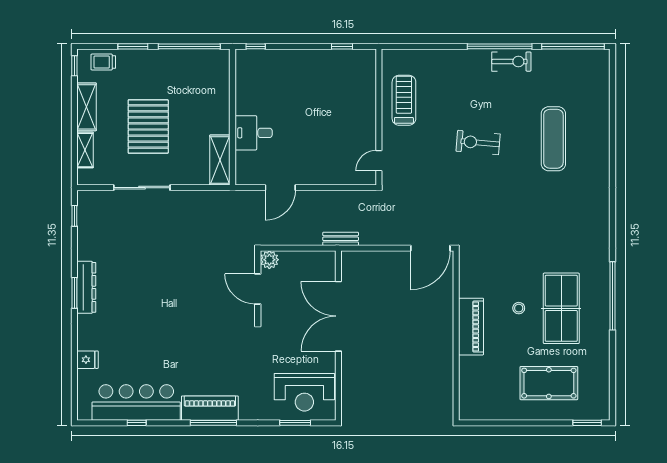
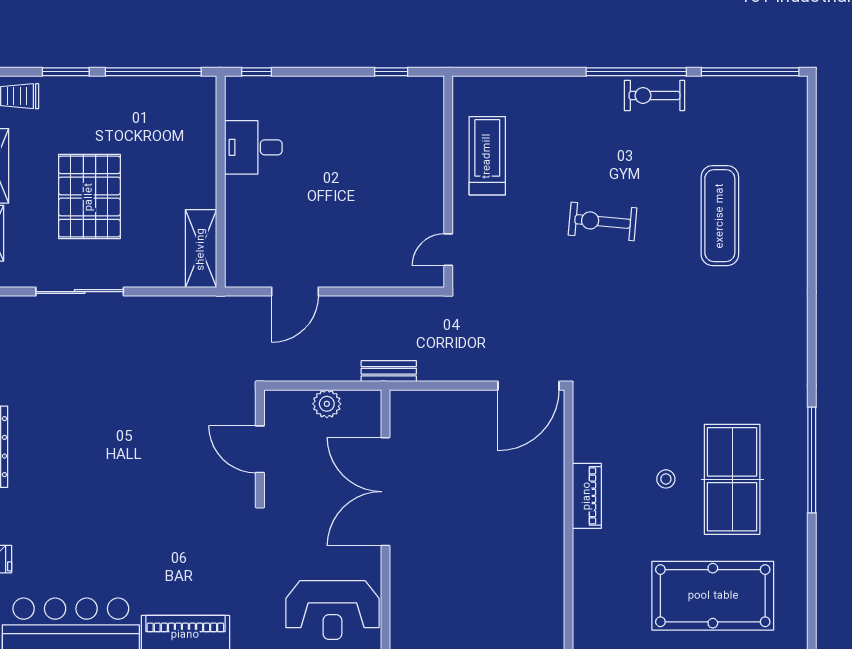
exercise bike: (511, 62) -> (654, 95), turned 180
desk: (254, 133) -> (253, 147), moved
plant: (269, 260) -> (327, 404), moved
piano: (471, 327) -> (587, 496), width x0.73, depth x0.75
pool table: (549, 383) -> (713, 596), width x1.36, depth x1.32

